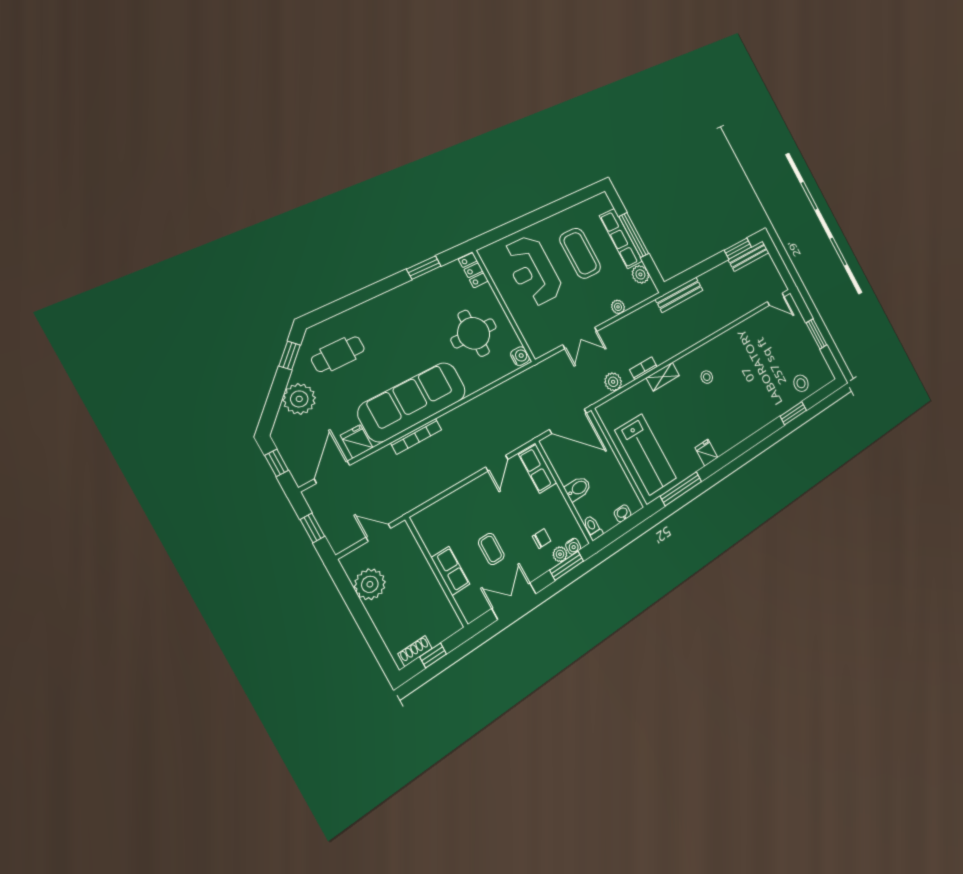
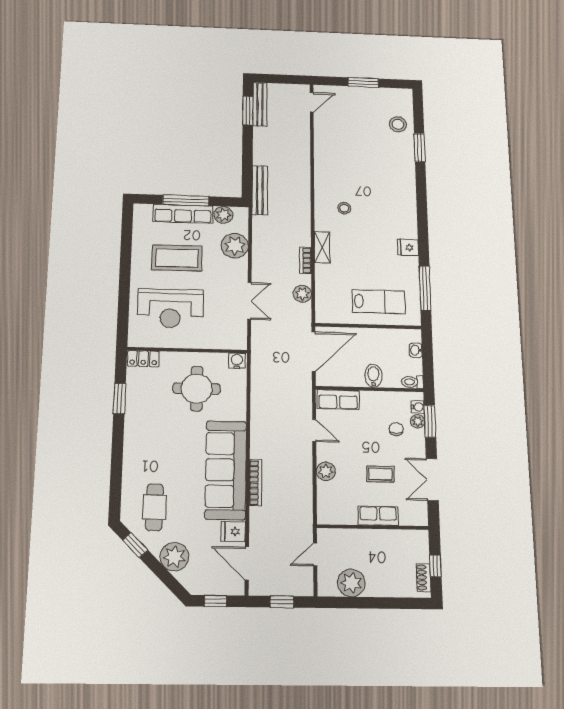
plant: (618, 307) -> (235, 246), width x1.88, depth x1.88
lab bench: (646, 454) -> (379, 302), width x0.73, depth x0.72
plant: (465, 496) -> (326, 471), added

